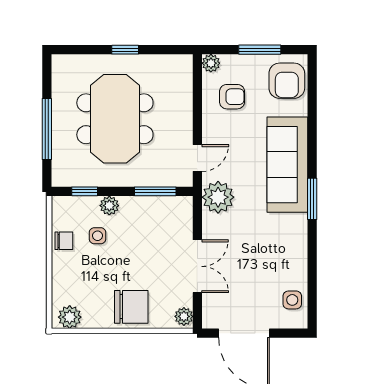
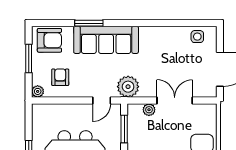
door: (197, 158) -> (102, 101), swing flipped
window: (312, 199) -> (89, 23), moved
plant: (184, 316) -> (149, 110), moved

